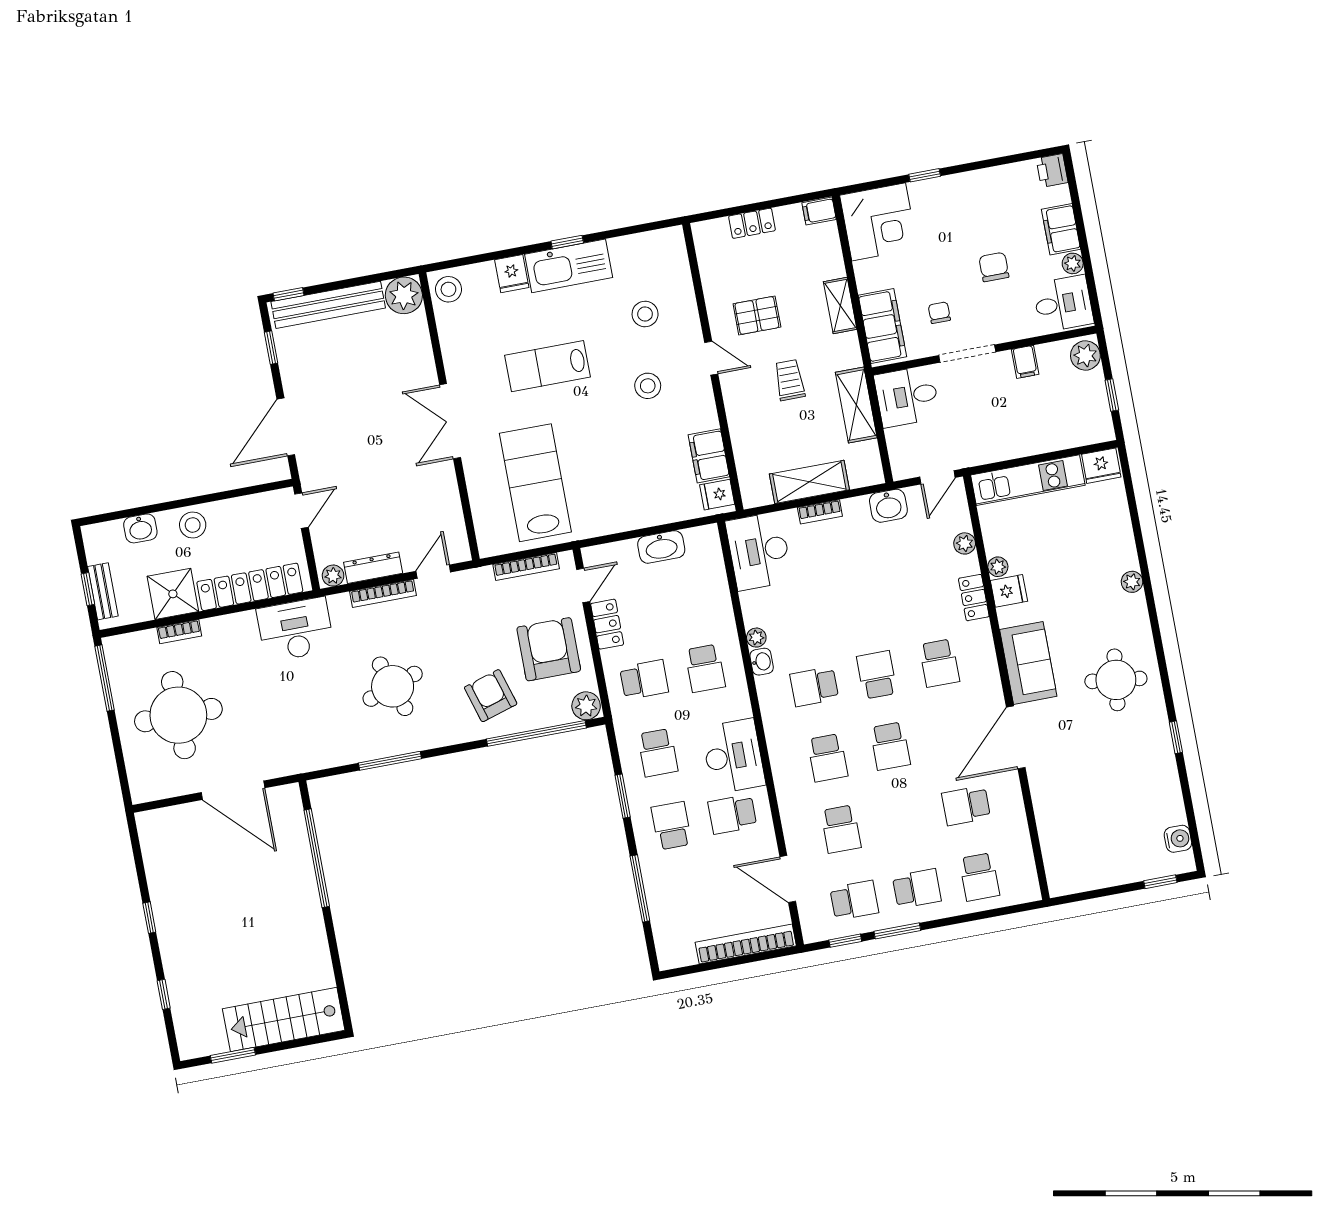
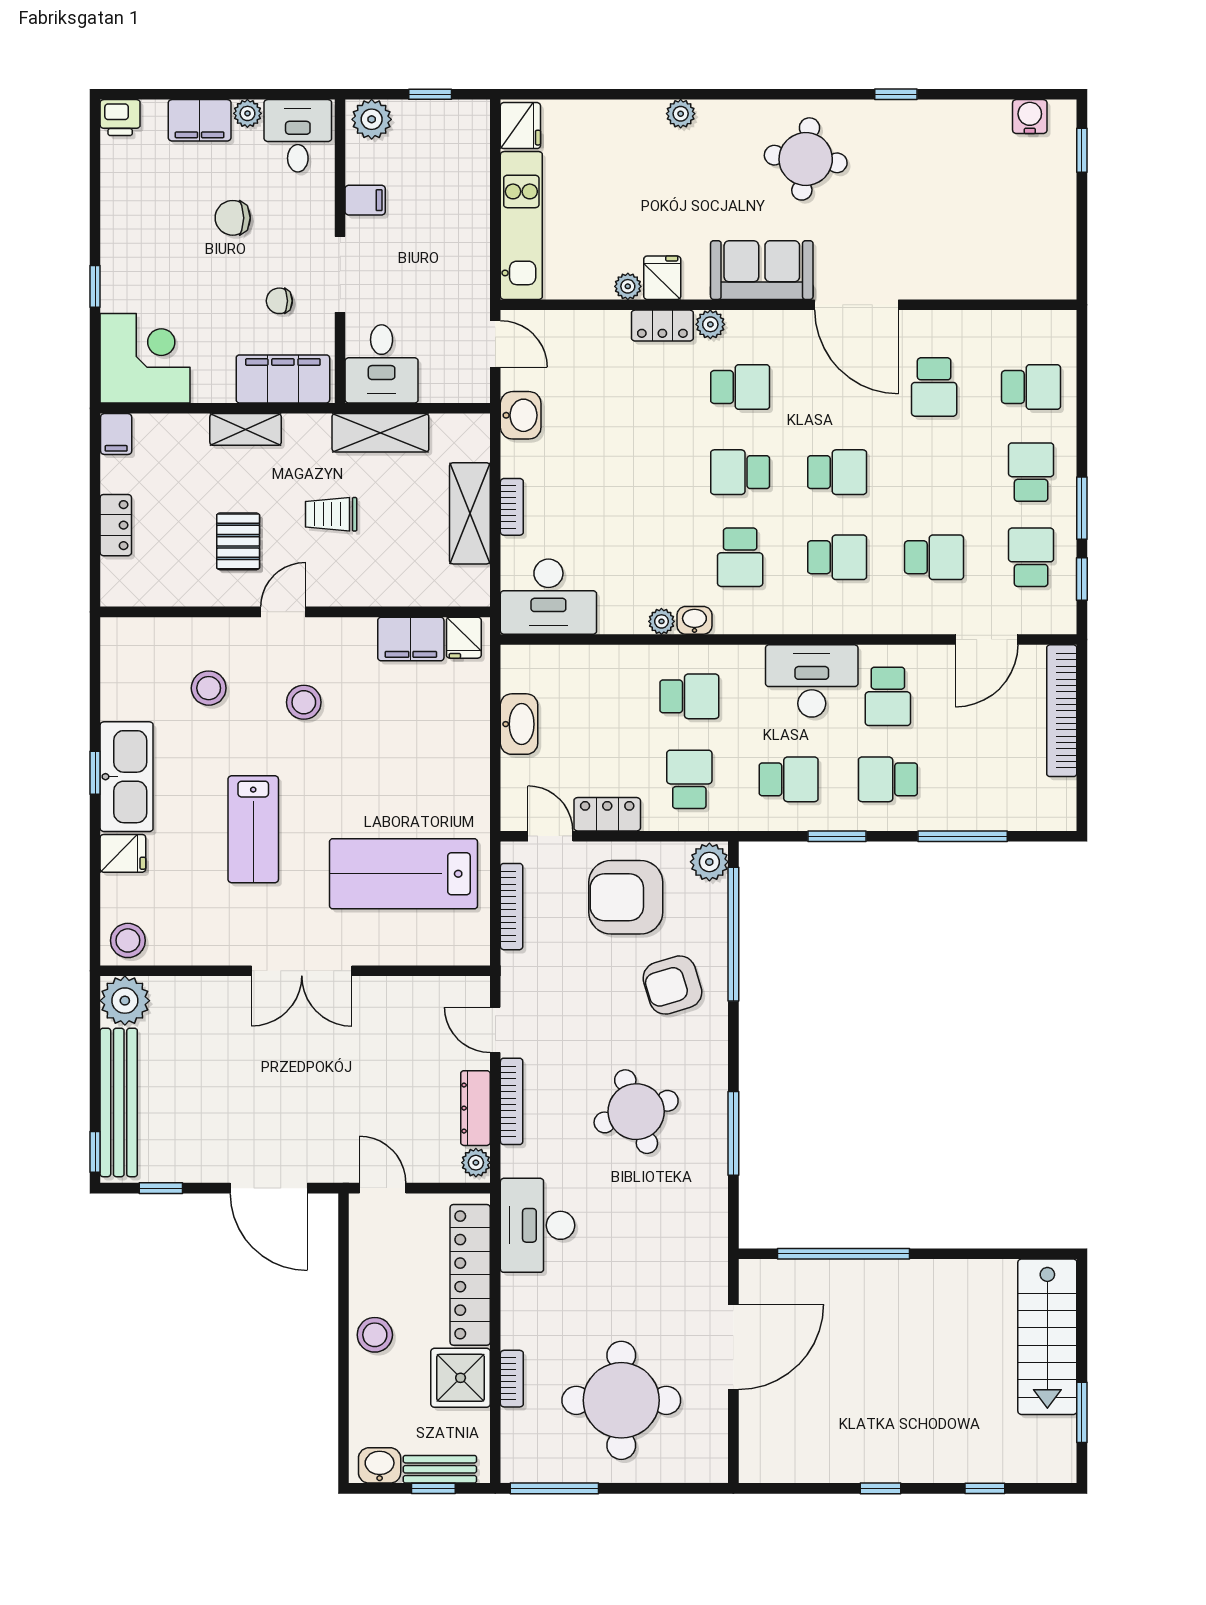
washbasin: (140, 528) -> (380, 1465), moved, turned -90
plant: (965, 543) -> (710, 324), moved

